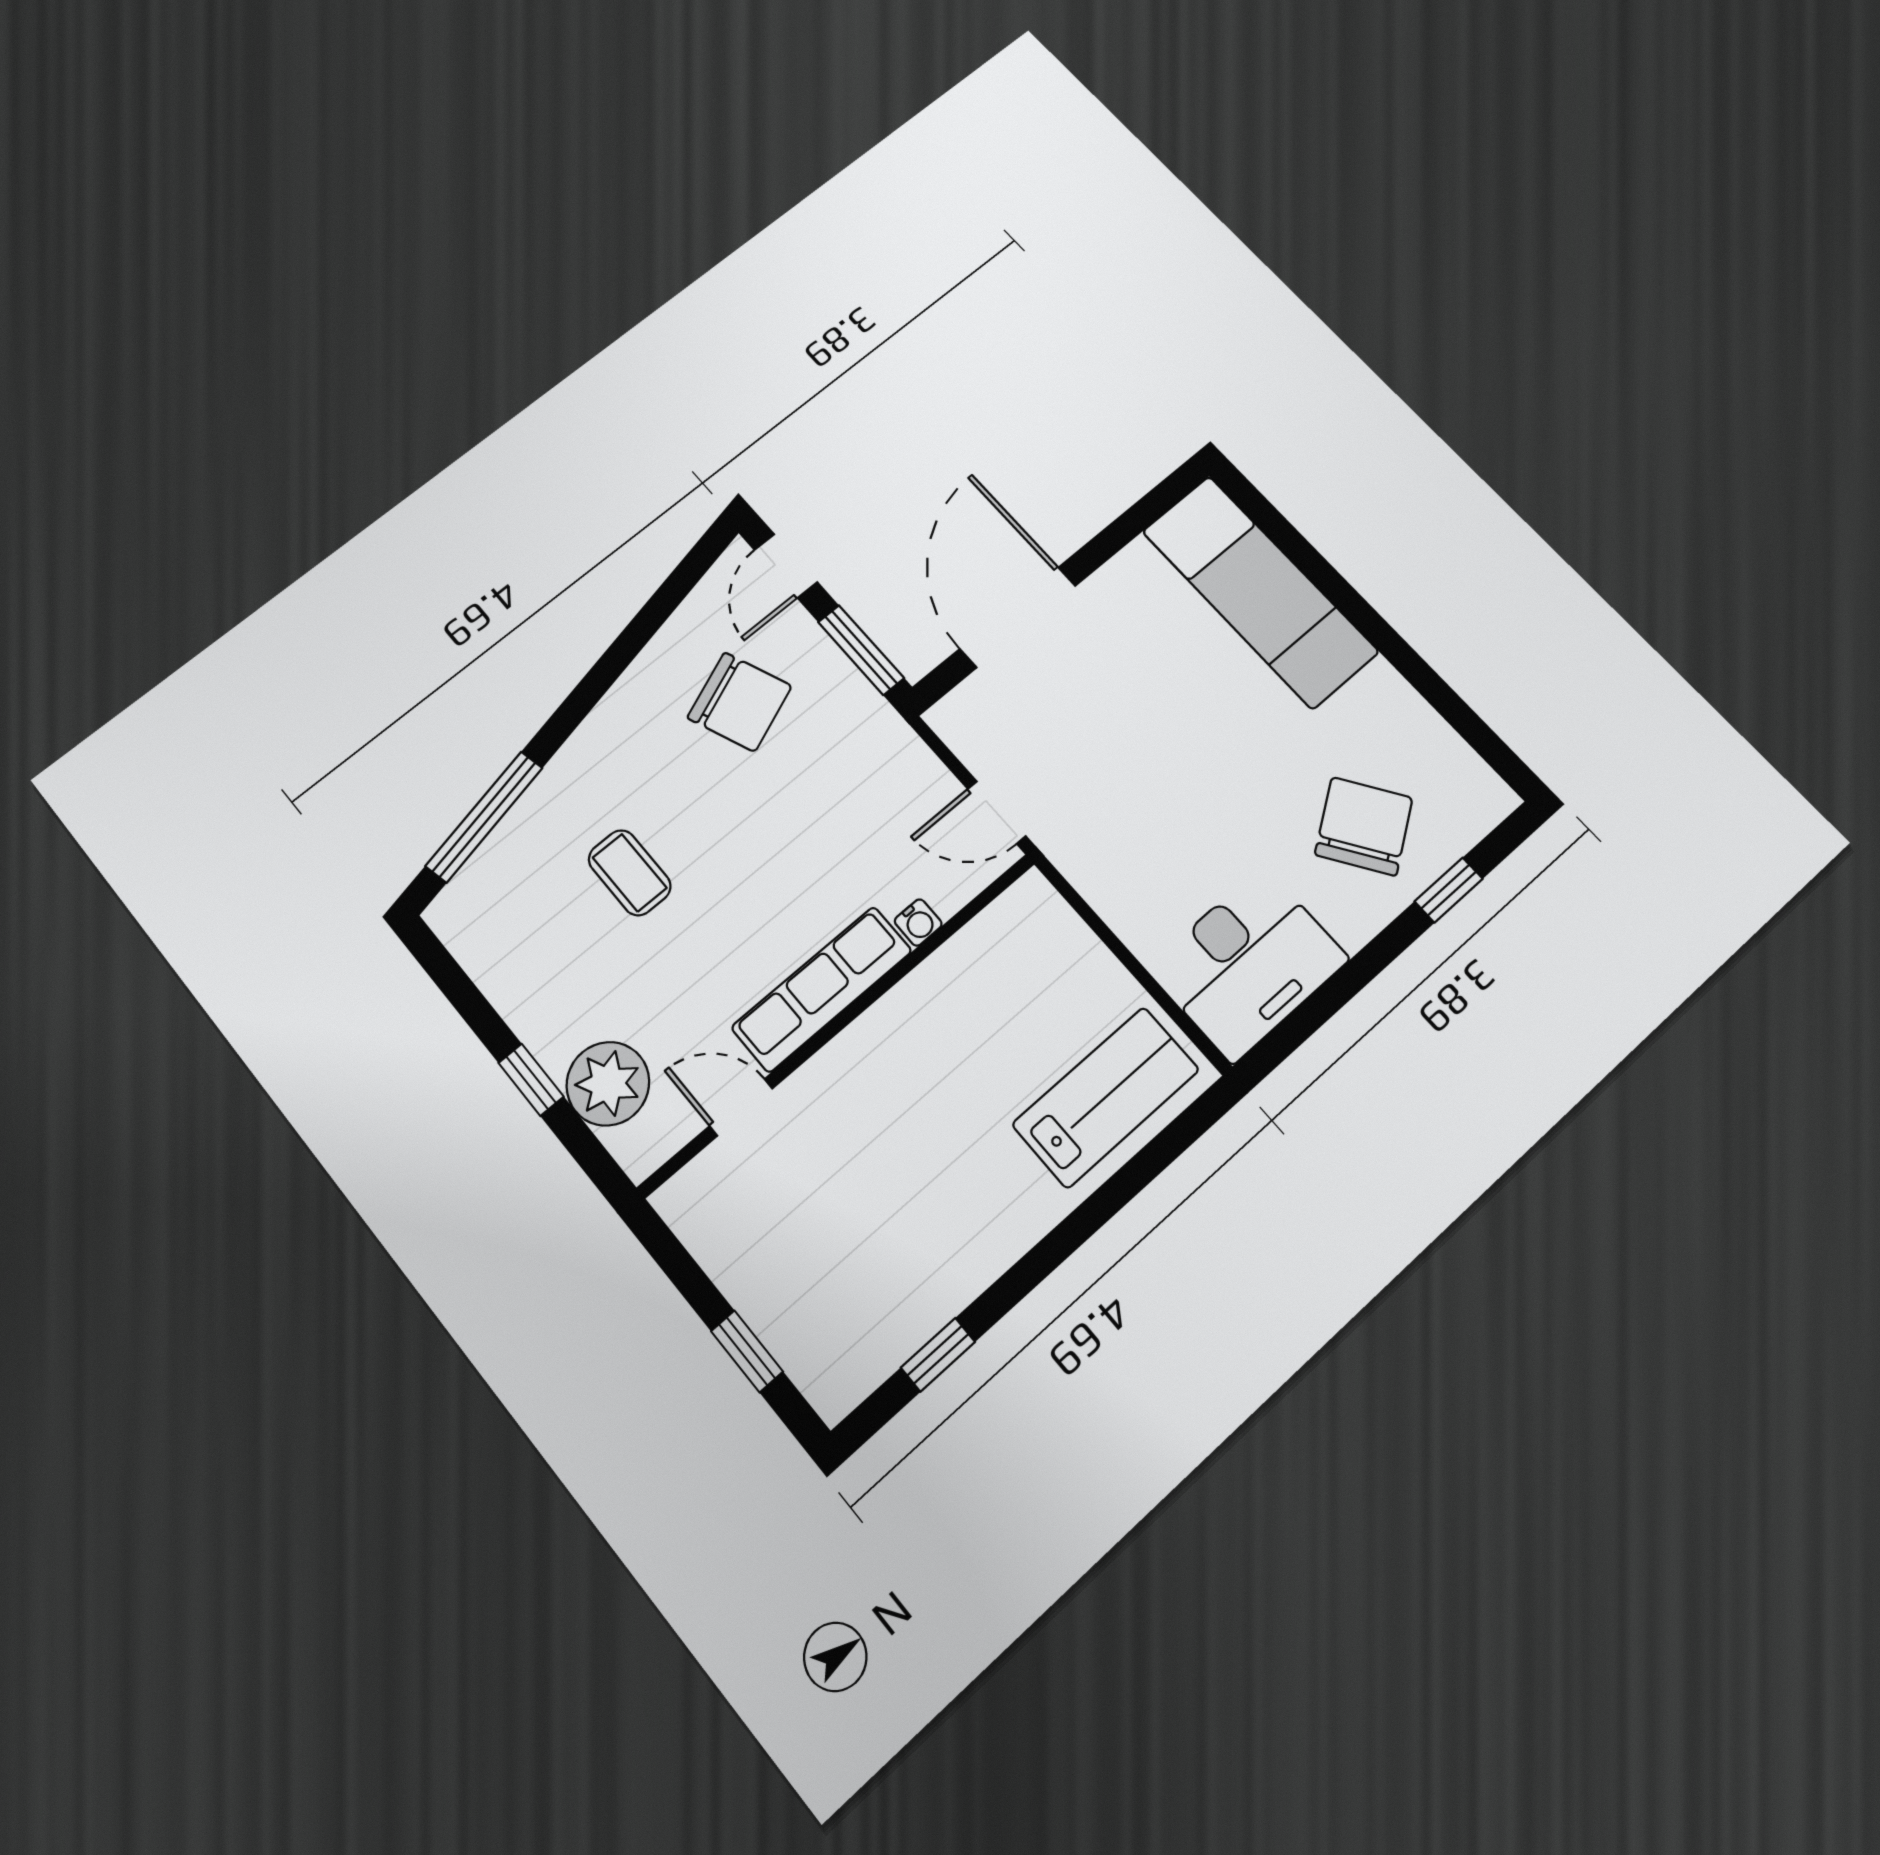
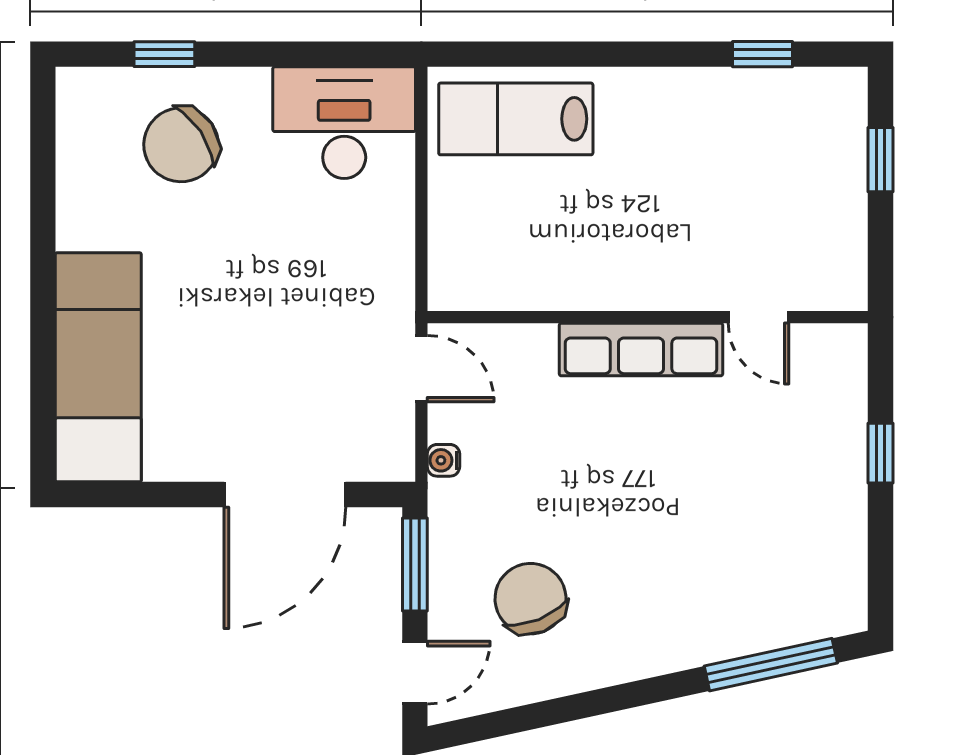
coffee table: (630, 873) -> (704, 540), removed
water cooler: (918, 922) -> (443, 460), moved, turned -90
plant: (608, 1084) -> (833, 407), removed

